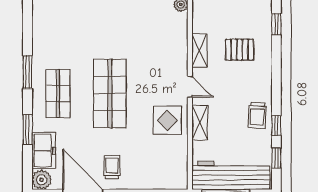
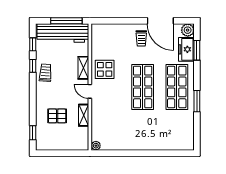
shop shelf: (58, 94) -> (177, 87), width x1.43, depth x1.36
window: (28, 130) -> (197, 50), moved

